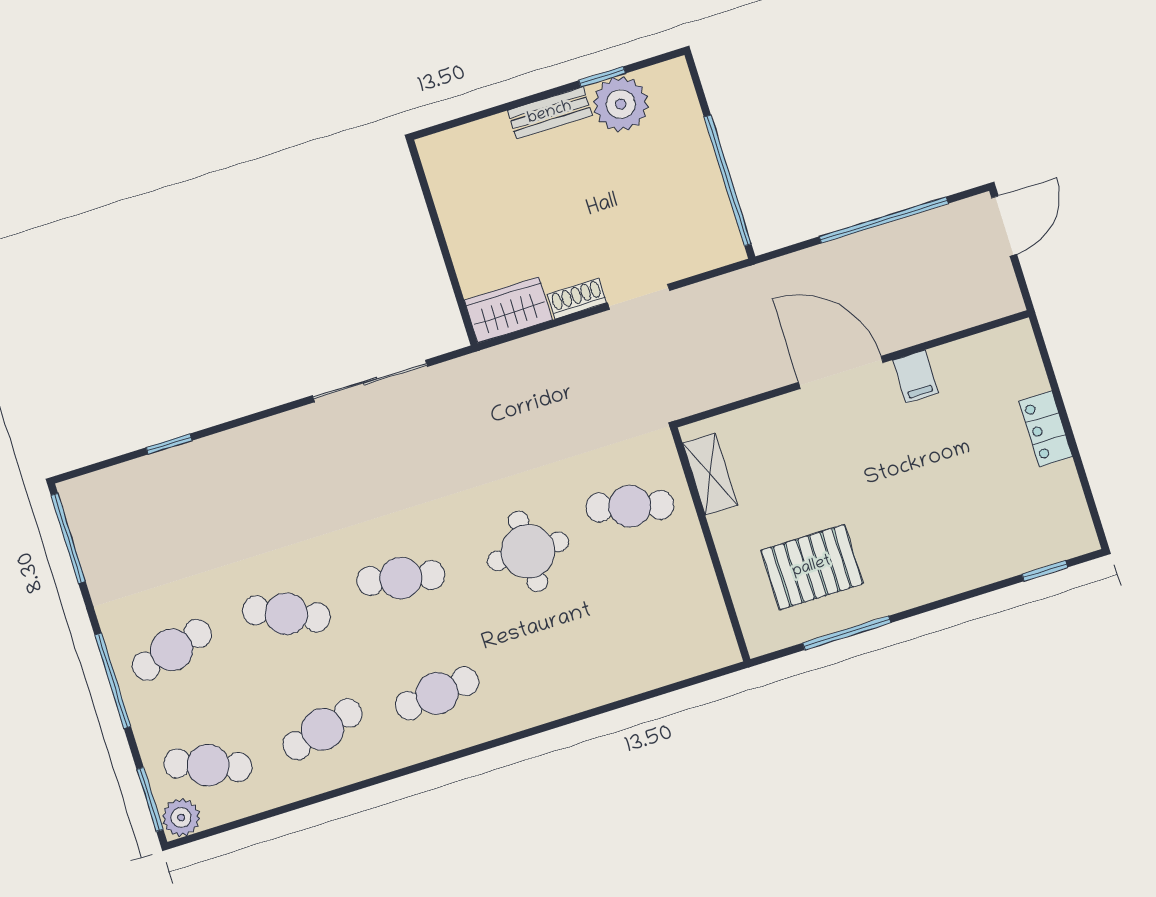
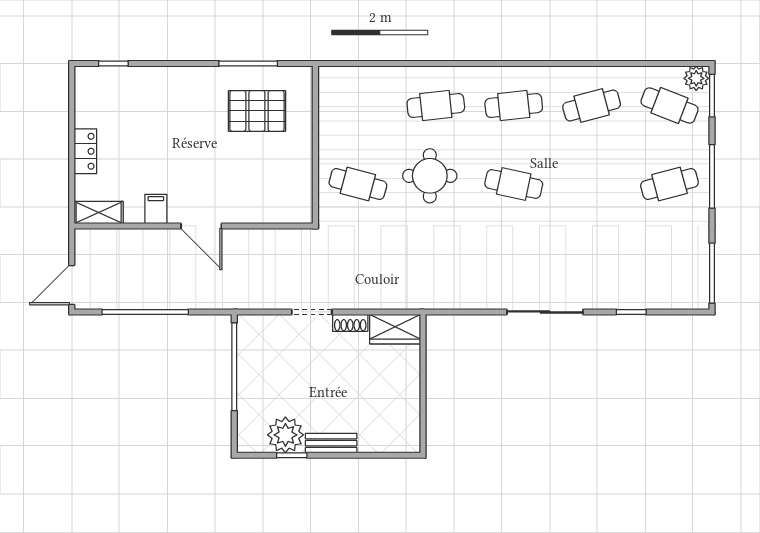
door: (841, 372) -> (201, 226), width x0.73
sliding door: (370, 381) -> (545, 312), moved
shelving: (710, 474) -> (99, 213), moved, turned 90
cafe table: (286, 614) -> (436, 106), moved, turned -30

